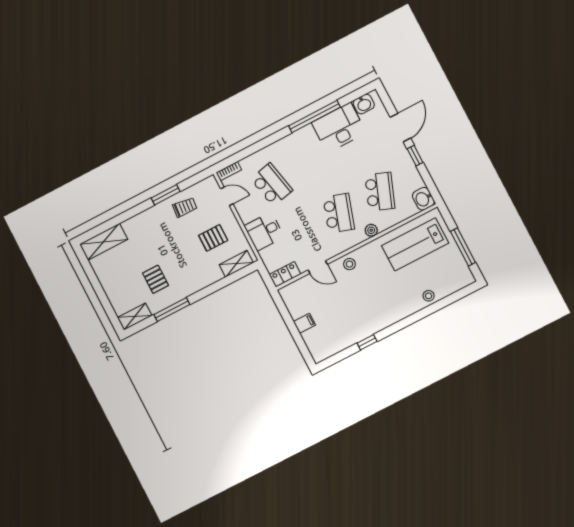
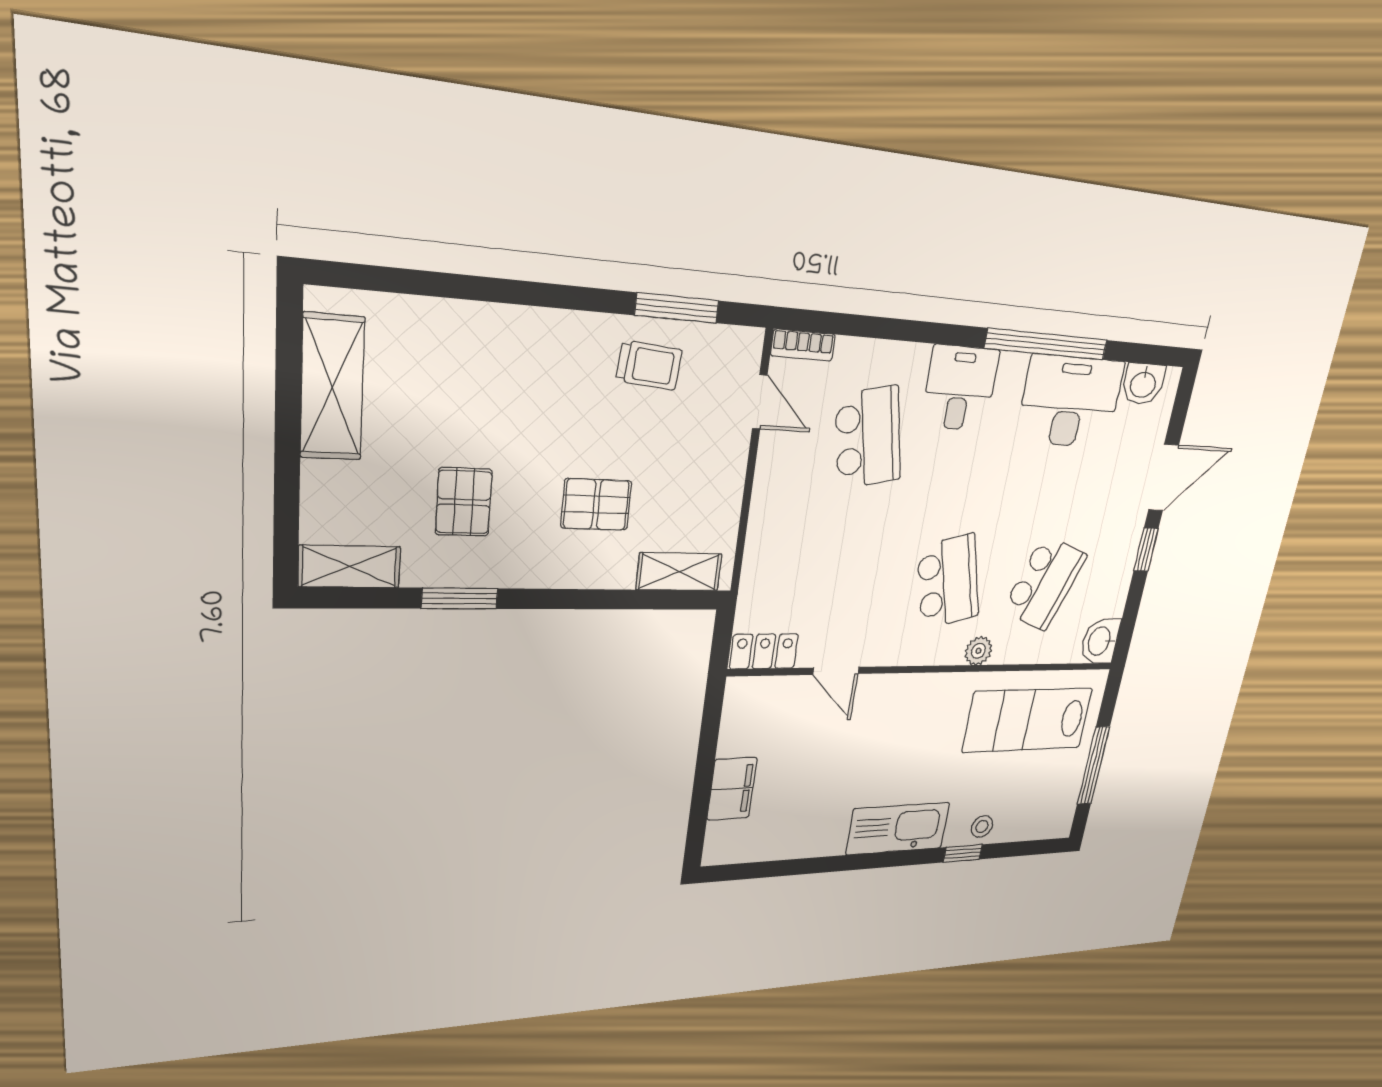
window: (166, 195) -> (677, 308), moved
school desk: (339, 213) -> (948, 582), turned -33
desk: (264, 231) -> (960, 388), moved, turned 90
pallet: (213, 238) -> (596, 504), moved
shelving: (104, 242) -> (332, 387), moved, turned 90
stool: (349, 264) -> (896, 697), removed
window: (172, 309) -> (460, 598), width x0.69
kitchen sink: (390, 314) -> (898, 829), added
filing cabinet: (305, 323) -> (732, 789), width x2.00
window: (367, 342) -> (963, 853), moved

